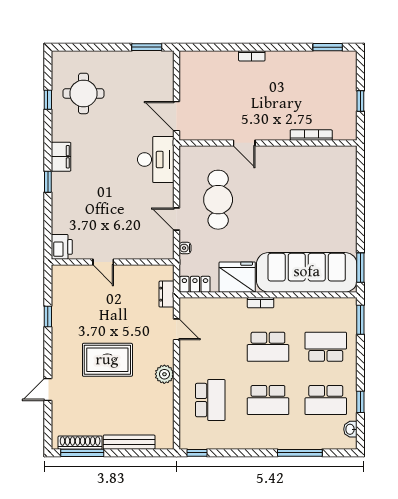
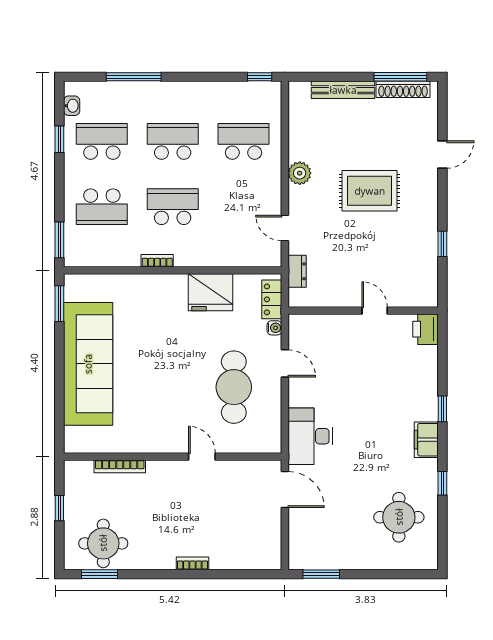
round table: (325, 72) -> (103, 543), added
window: (48, 100) -> (442, 483), moved
sofa: (307, 272) -> (88, 364), moved, turned -90
locker: (195, 284) -> (272, 299), moved, turned 90
bookcase: (261, 303) -> (157, 261), moved
school desk: (210, 400) -> (244, 141), turned 90

